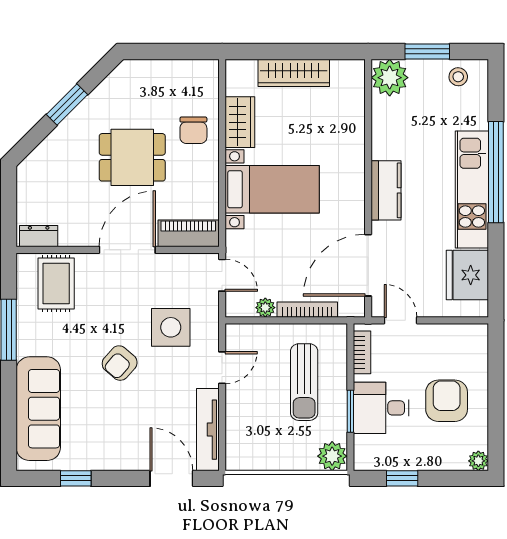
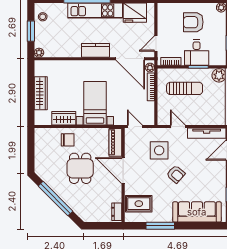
plant: (390, 78) -> (39, 53), width x0.53, depth x0.53
window: (67, 105) -> (56, 199), width x2.11
door: (222, 275) -> (135, 127), hinge flipped
plant: (265, 308) -> (150, 68), moved

